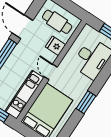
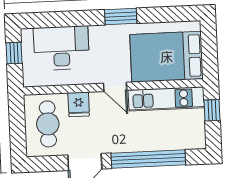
door: (51, 72) -> (115, 87), hinge flipped

